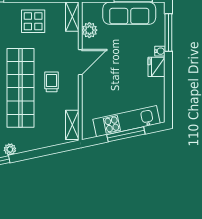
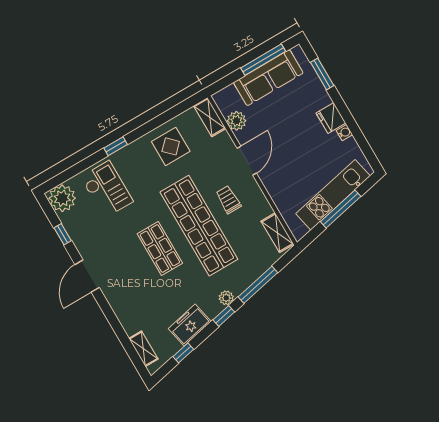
window: (168, 33) -> (322, 74), width x0.69
water cooler: (160, 51) -> (344, 133), moved
window: (37, 153) -> (258, 285), added

